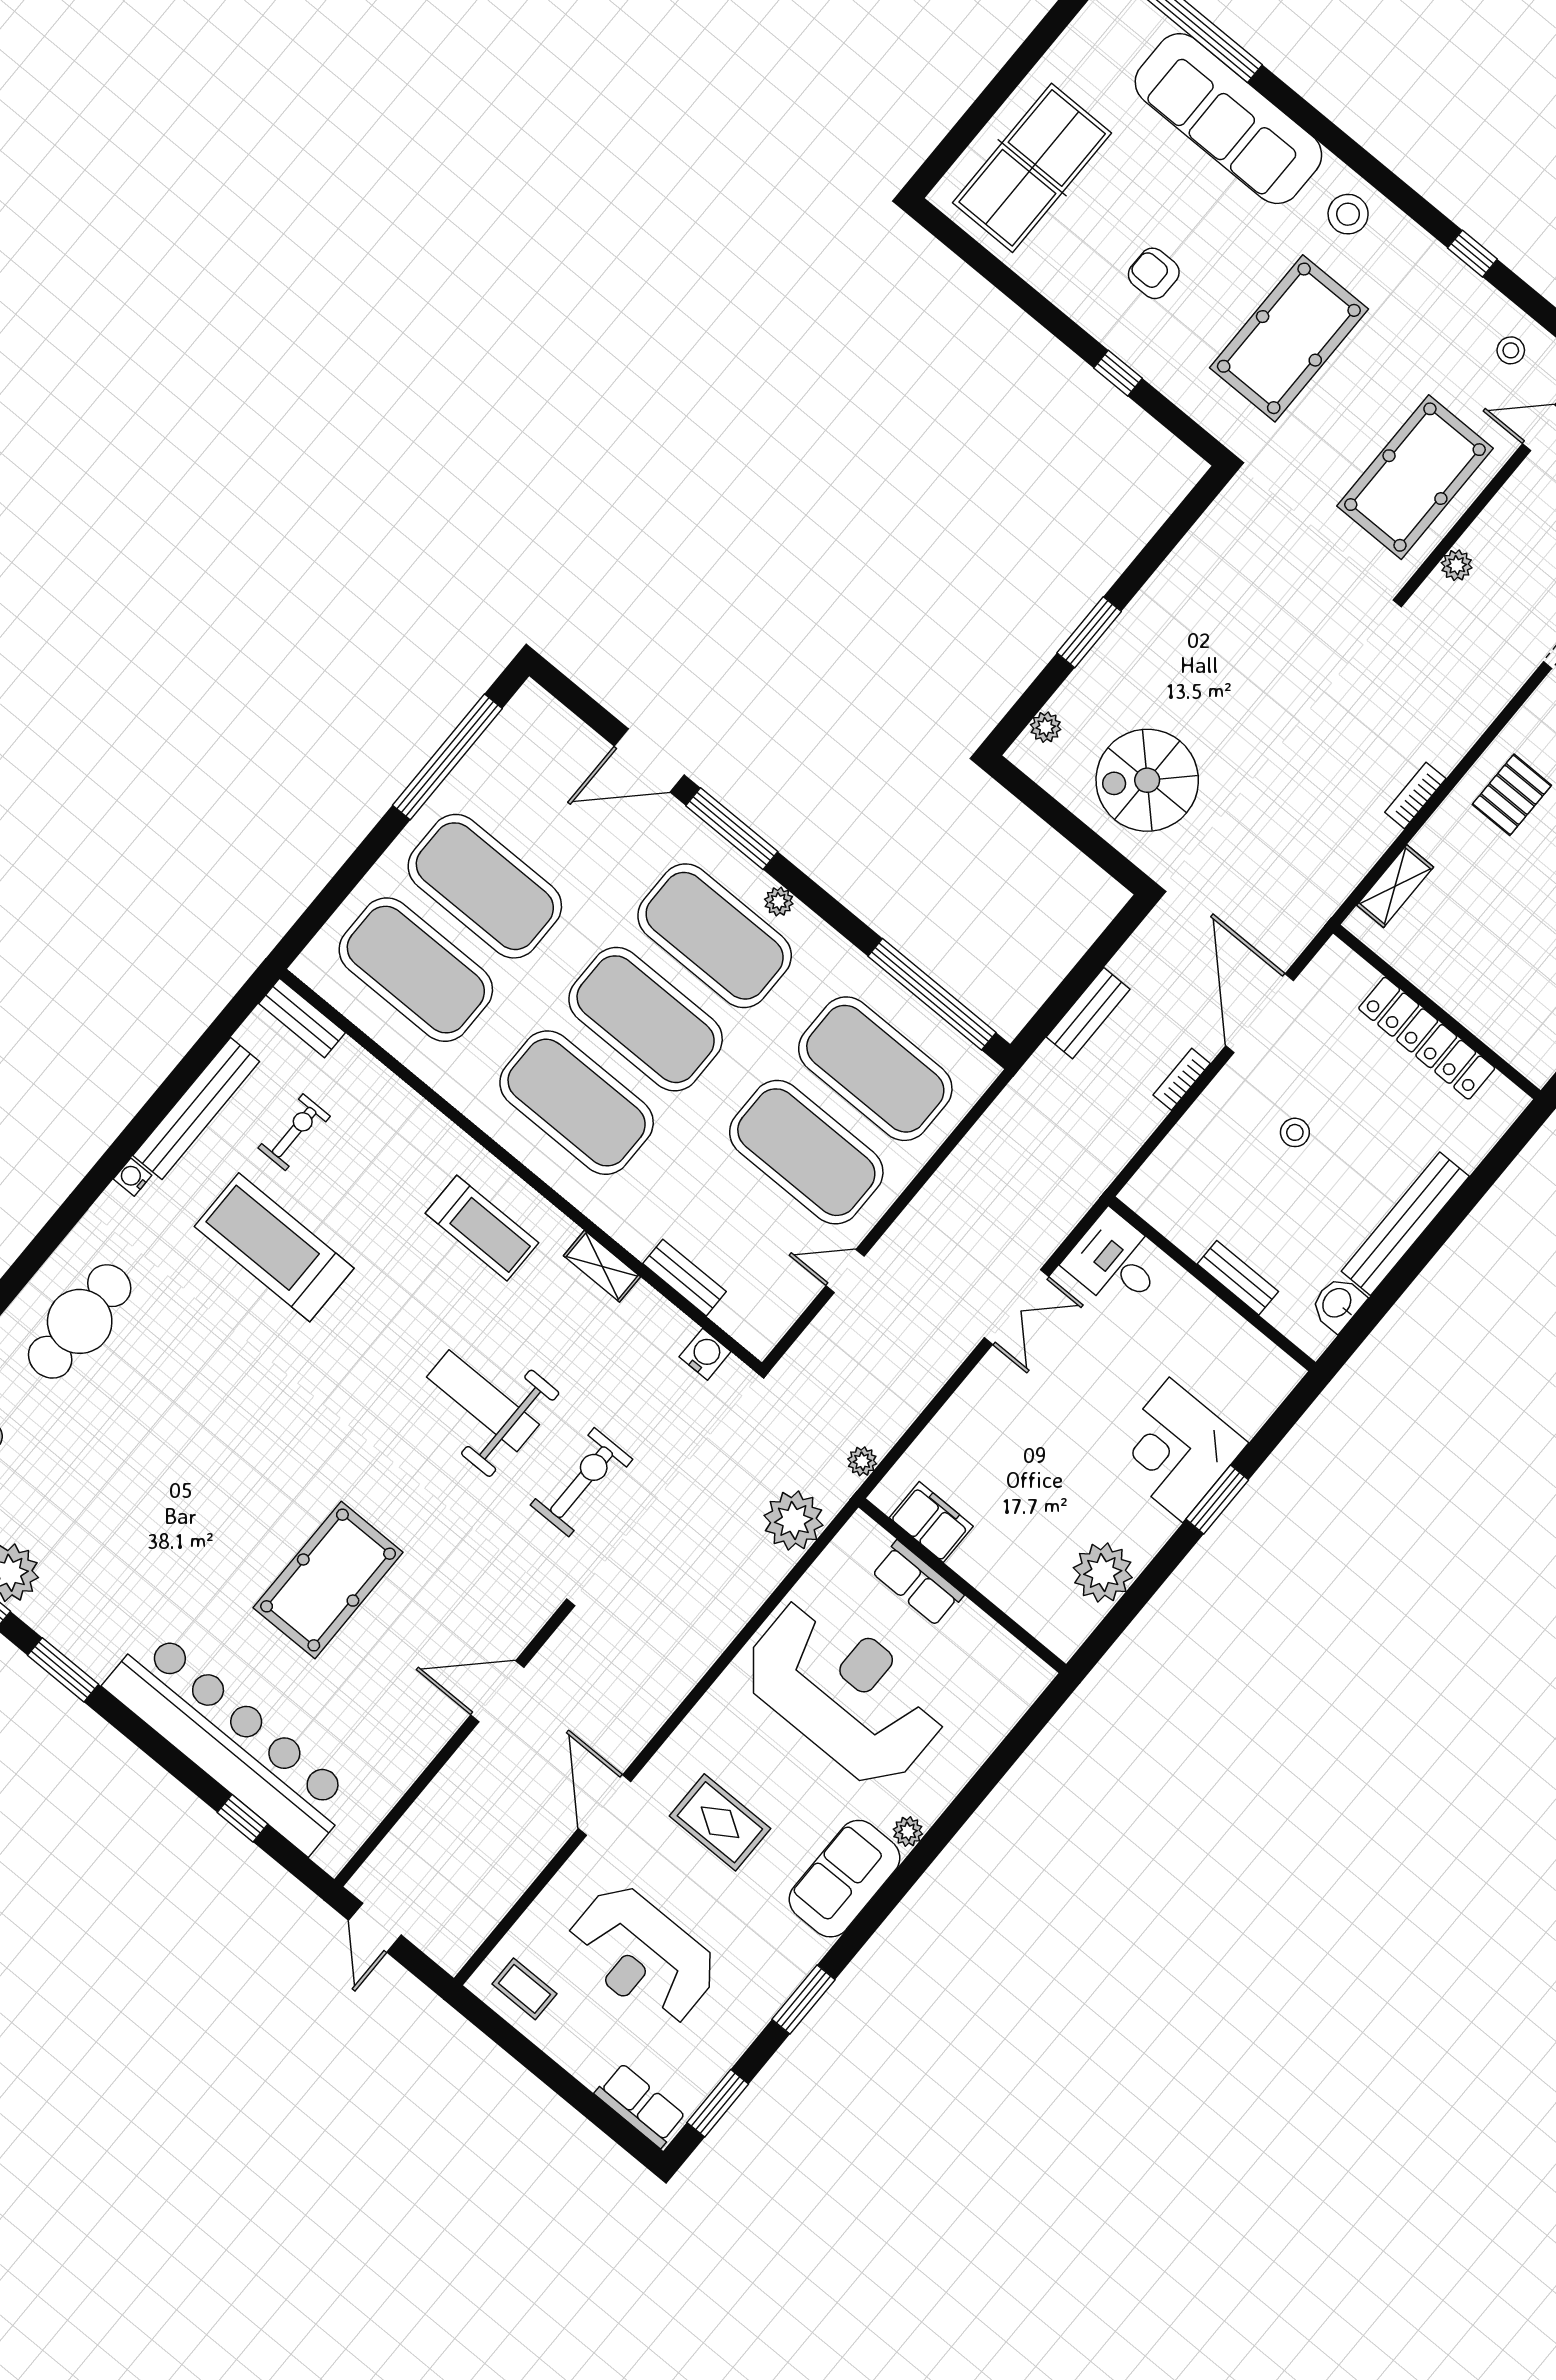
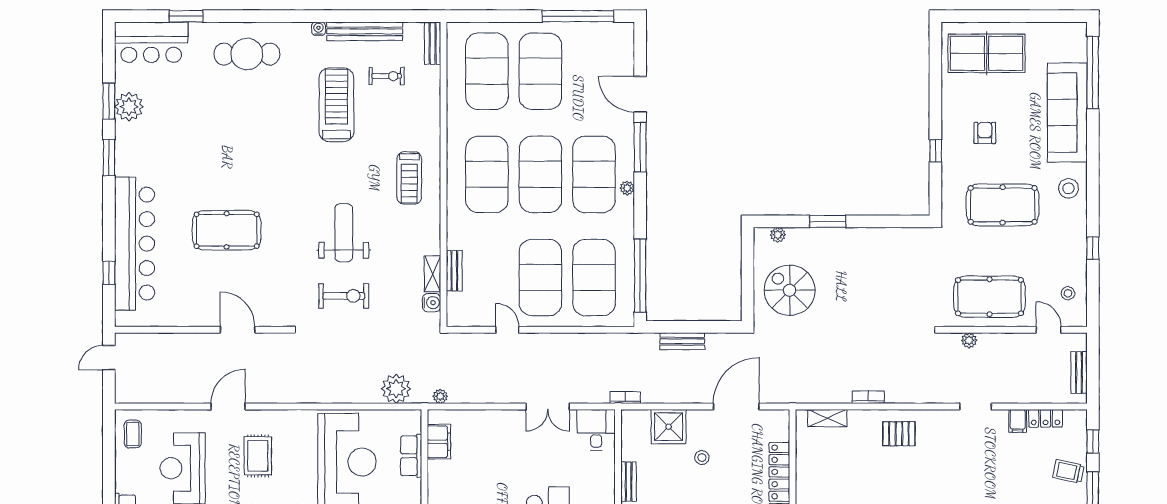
bookcase: (1182, 1079) -> (625, 398), moved
shower: (1204, 1145) -> (669, 427), added
shelving: (602, 1266) -> (433, 274), moved

